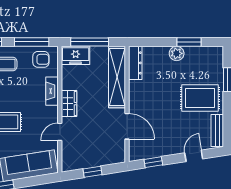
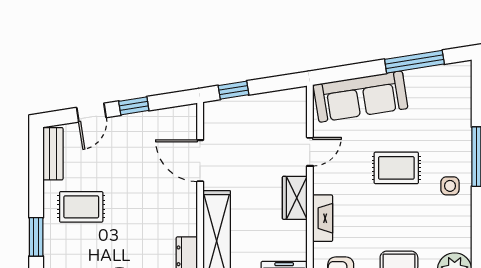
rug: (200, 98) -> (81, 207), width x0.73, depth x0.70
window: (153, 162) -> (134, 106), moved
window: (92, 172) -> (233, 90), moved

